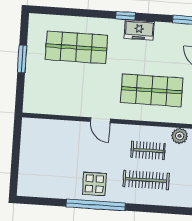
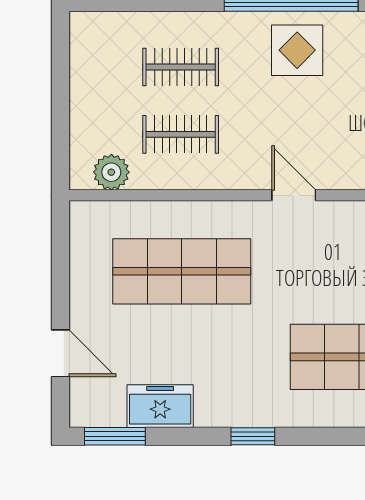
freezer: (139, 30) -> (160, 406), moved
clothes rail: (146, 180) -> (181, 67), width x0.73

